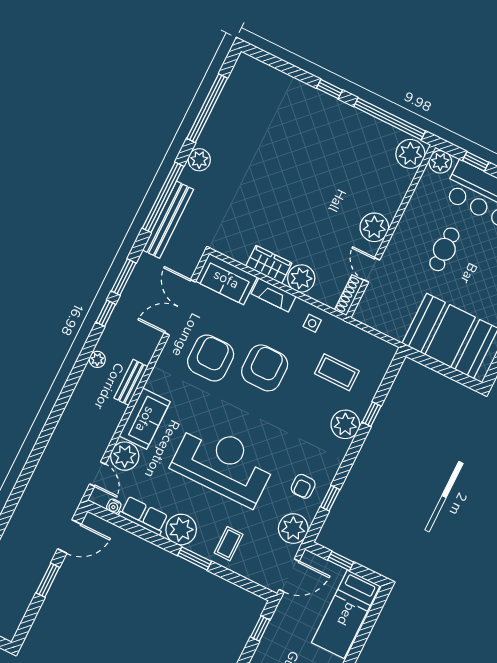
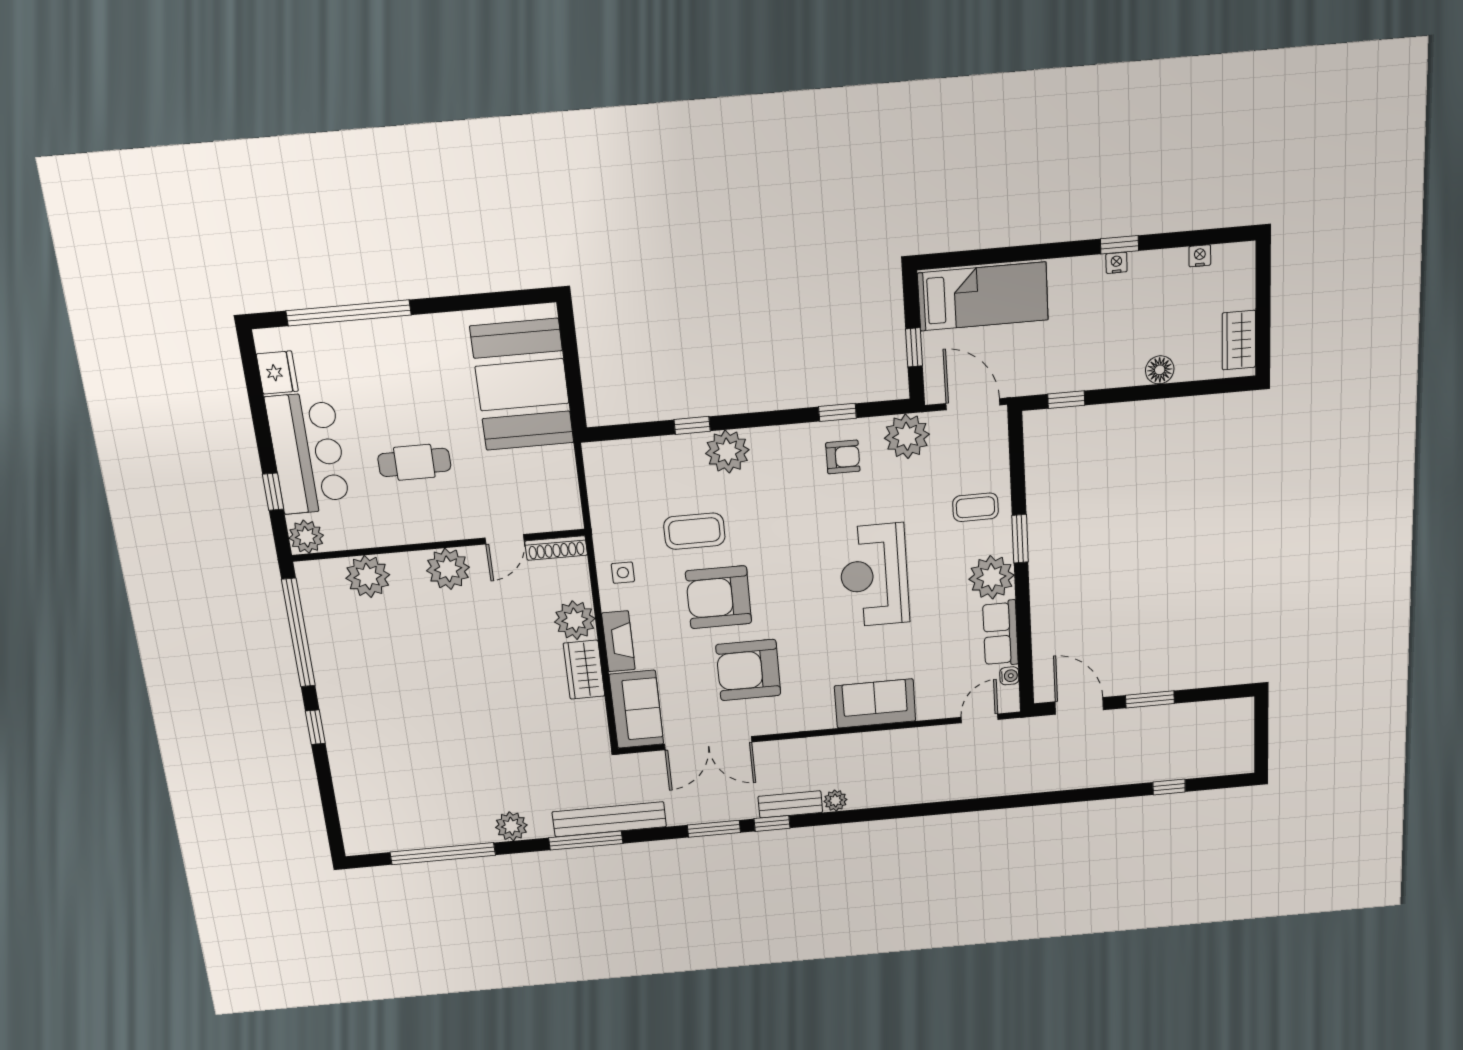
plant: (410, 154) -> (368, 576), moved
window: (163, 197) -> (586, 841), width x0.68
coffee table: (337, 372) -> (694, 531), moved, turned 90
bench: (131, 382) -> (790, 804), moved
plant: (125, 456) -> (937, 700), removed
reception desk: (223, 464) -> (874, 575), width x0.74, depth x0.77

